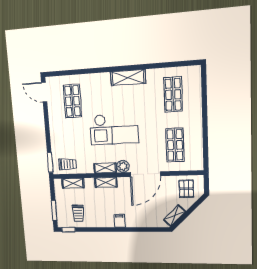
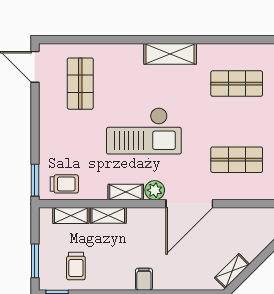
shop shelf: (173, 95) -> (237, 84), turned 90
shop shelf: (175, 145) -> (237, 160), turned 90
shelving: (106, 182) -> (108, 215), moved
pallet: (186, 189) -> (251, 228), removed

